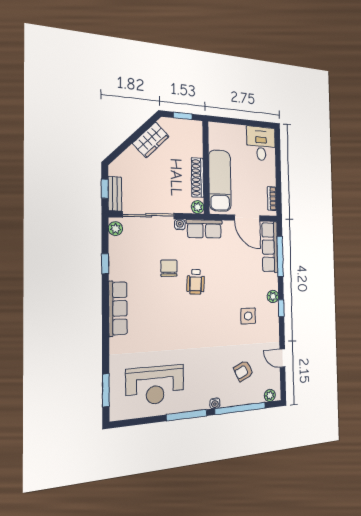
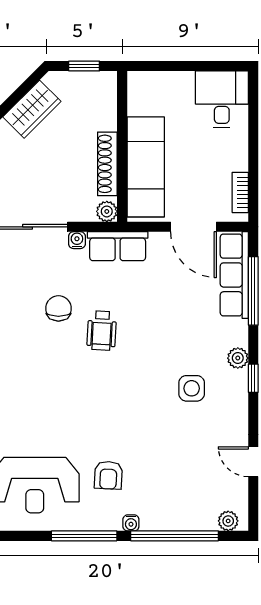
armchair: (243, 371) -> (108, 475), moved, turned -62

